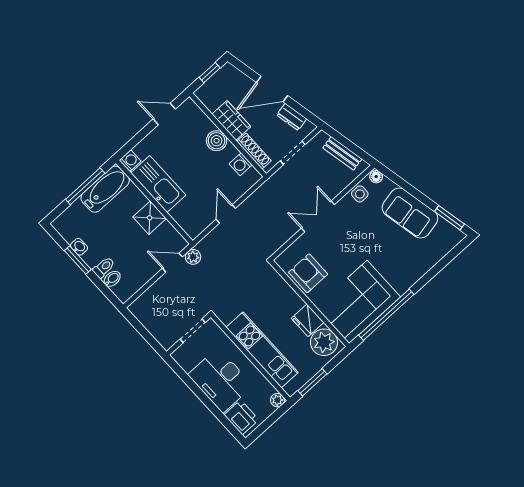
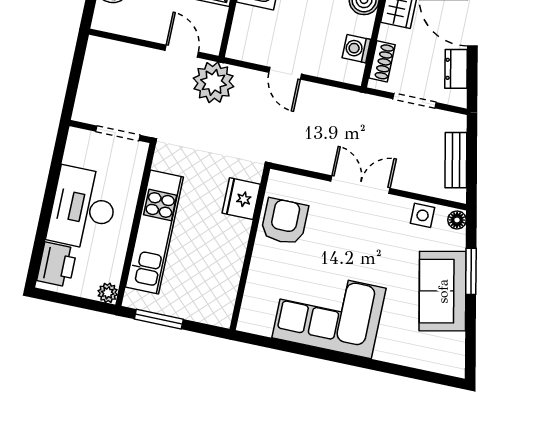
shoe rack: (254, 151) -> (382, 61), width x0.70
door: (226, 214) -> (285, 73), swing flipped
window: (449, 218) -> (471, 271), moved
plant: (193, 257) -> (214, 82), width x1.87, depth x1.87
corner sofa: (358, 302) -> (329, 313), moved
window: (386, 315) -> (302, 349), removed
fridge: (308, 320) -> (241, 199), moved
plant: (324, 342) -> (216, 299), removed

